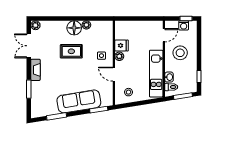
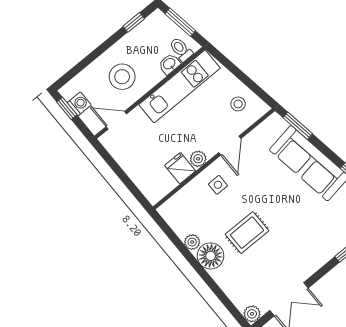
rug: (71, 51) -> (247, 233), turned 90
fireplace: (35, 70) -> (315, 262), removed

